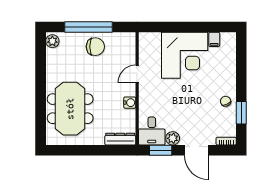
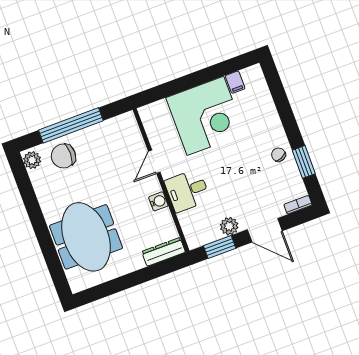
chair: (95, 47) -> (63, 156), moved, turned 180
desk: (152, 131) -> (187, 191), moved, turned 90

